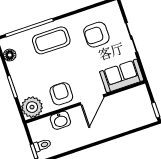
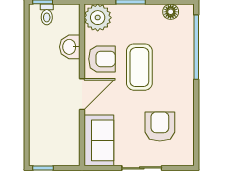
coffee table: (51, 40) -> (139, 67), moved
door: (92, 100) -> (82, 94), swing flipped

